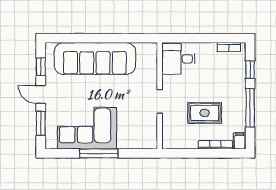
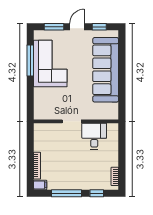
desk: (178, 59) -> (94, 136), moved
rug: (205, 113) -> (62, 157), removed
window: (99, 153) -> (30, 60), moved

